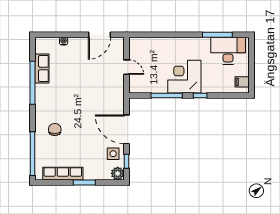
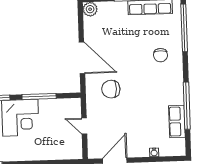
chair: (101, 100) -> (111, 89), added
side table: (113, 154) -> (96, 31), removed
window: (126, 161) -> (81, 23), removed

